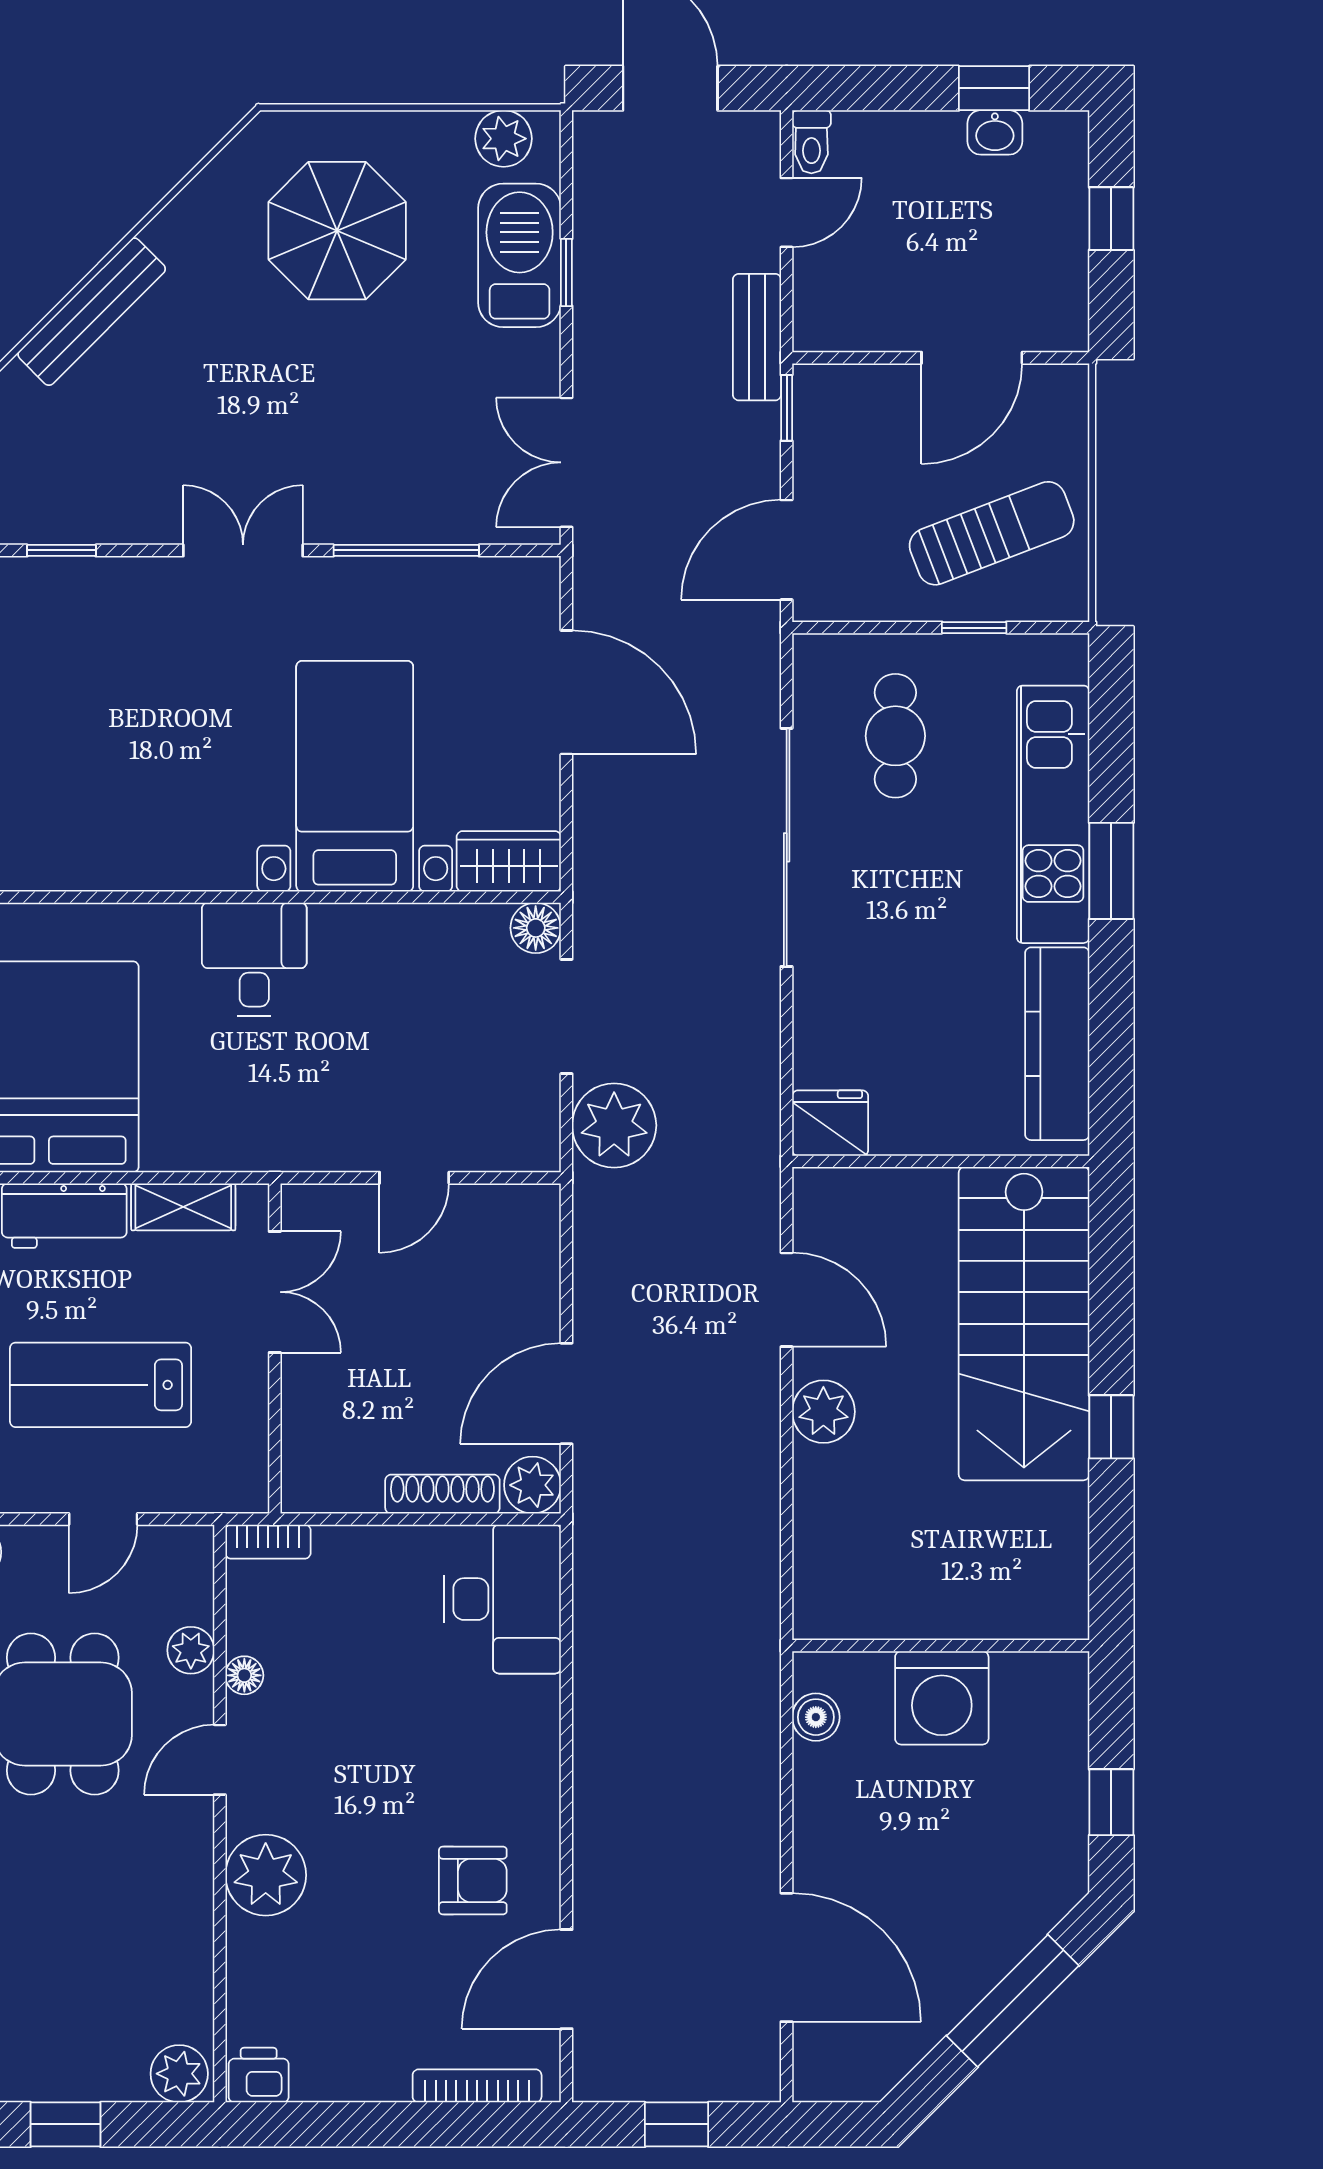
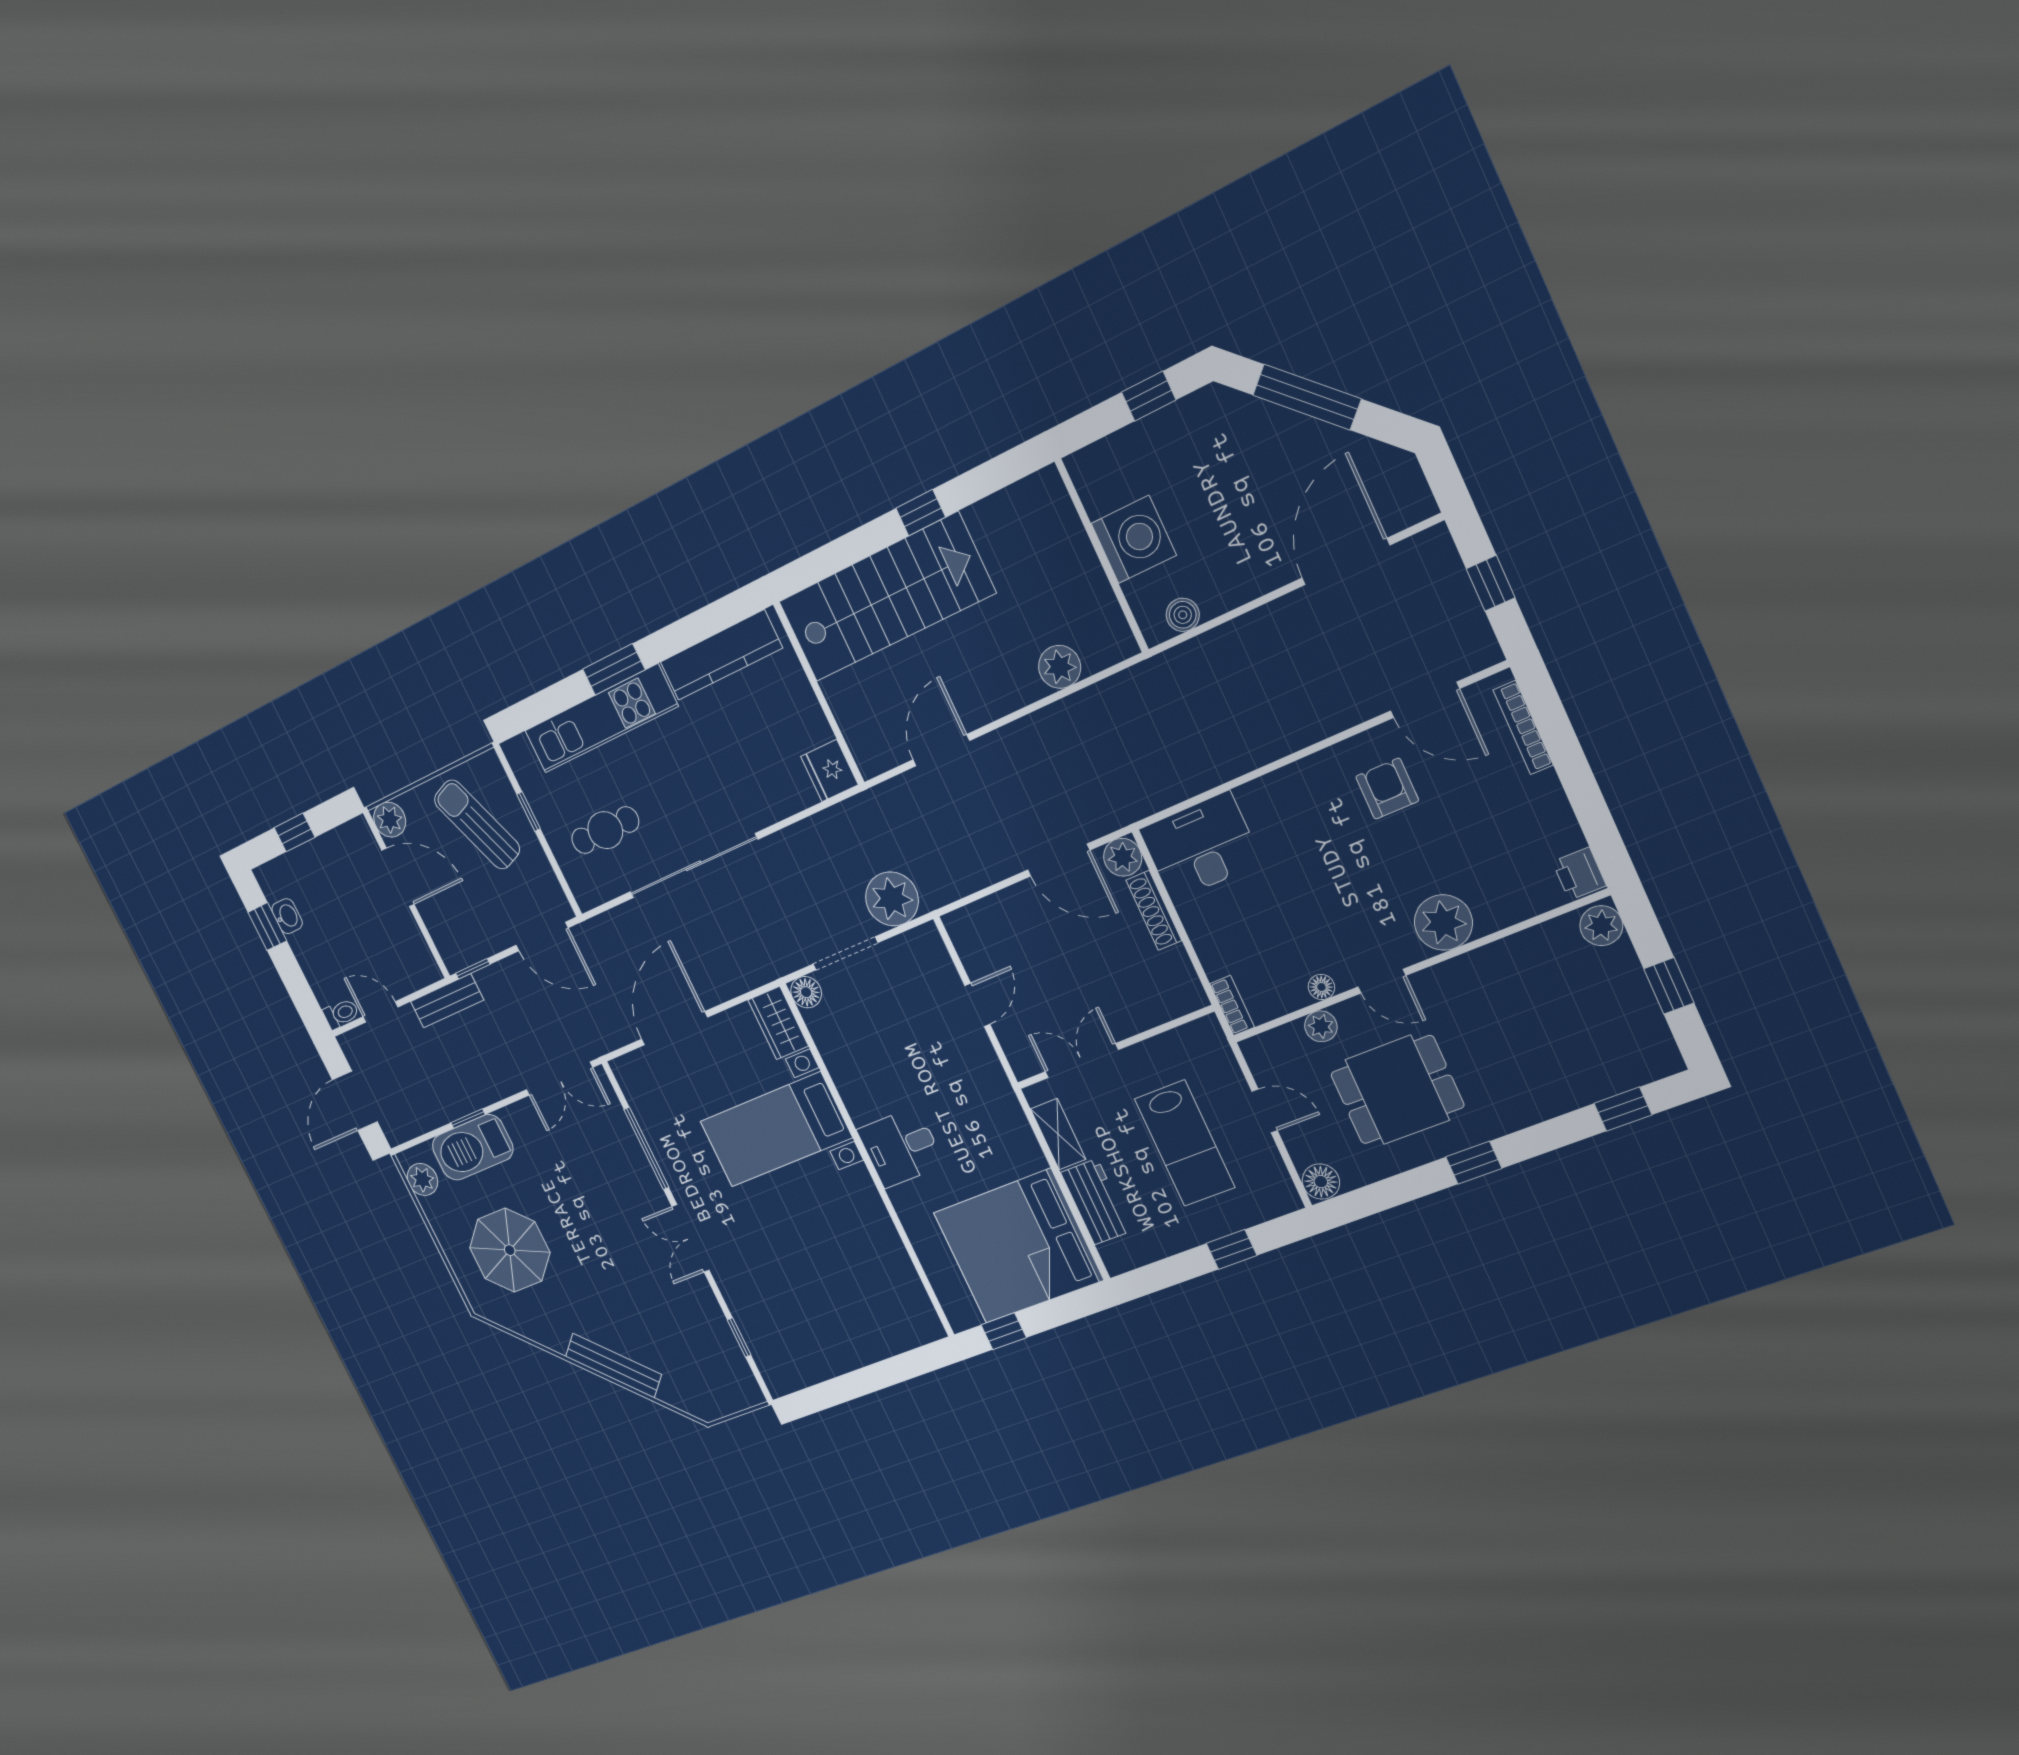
plant: (1061, 392) -> (390, 820), added
door: (414, 1178) -> (977, 1005), hinge flipped
plant: (823, 1412) -> (1060, 667), moved

